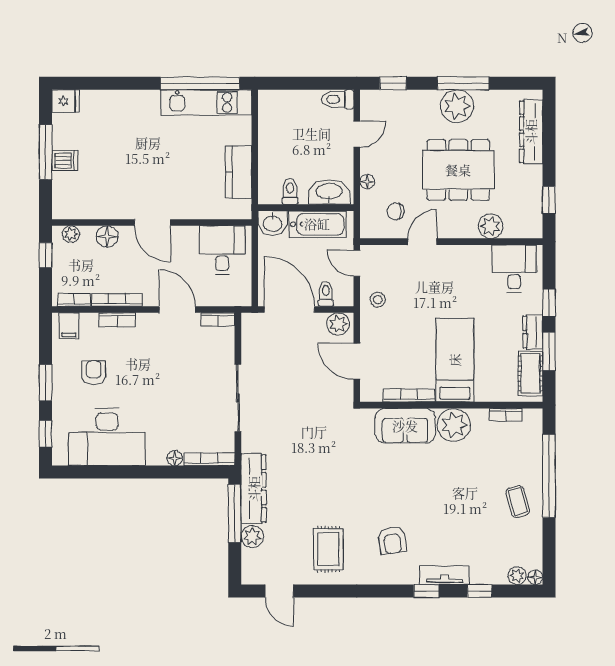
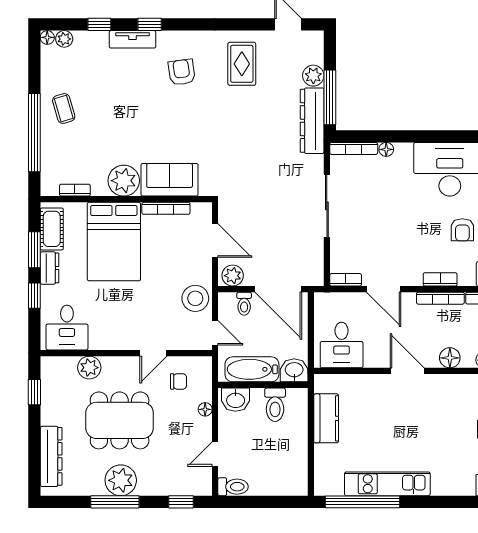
kitchen unit: (206, 102) -> (387, 484), moved
toilet: (290, 192) -> (275, 405), width x1.37, depth x1.39
washbasin: (329, 192) -> (236, 400), width x0.72
stool: (378, 300) -> (195, 298), width x1.89, depth x1.89
bed: (455, 360) -> (114, 242), width x1.50

